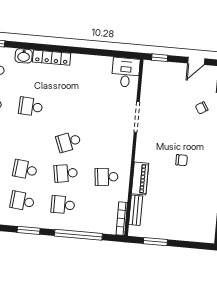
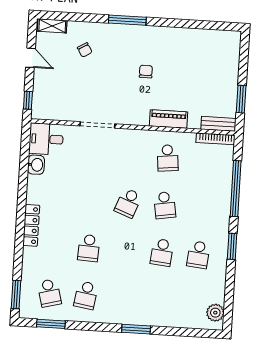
washbasin: (24, 56) -> (36, 165), moved
school desk: (69, 142) -> (128, 203), turned 42
school desk: (63, 205) -> (201, 207), removed
bench: (136, 210) -> (219, 124), moved

